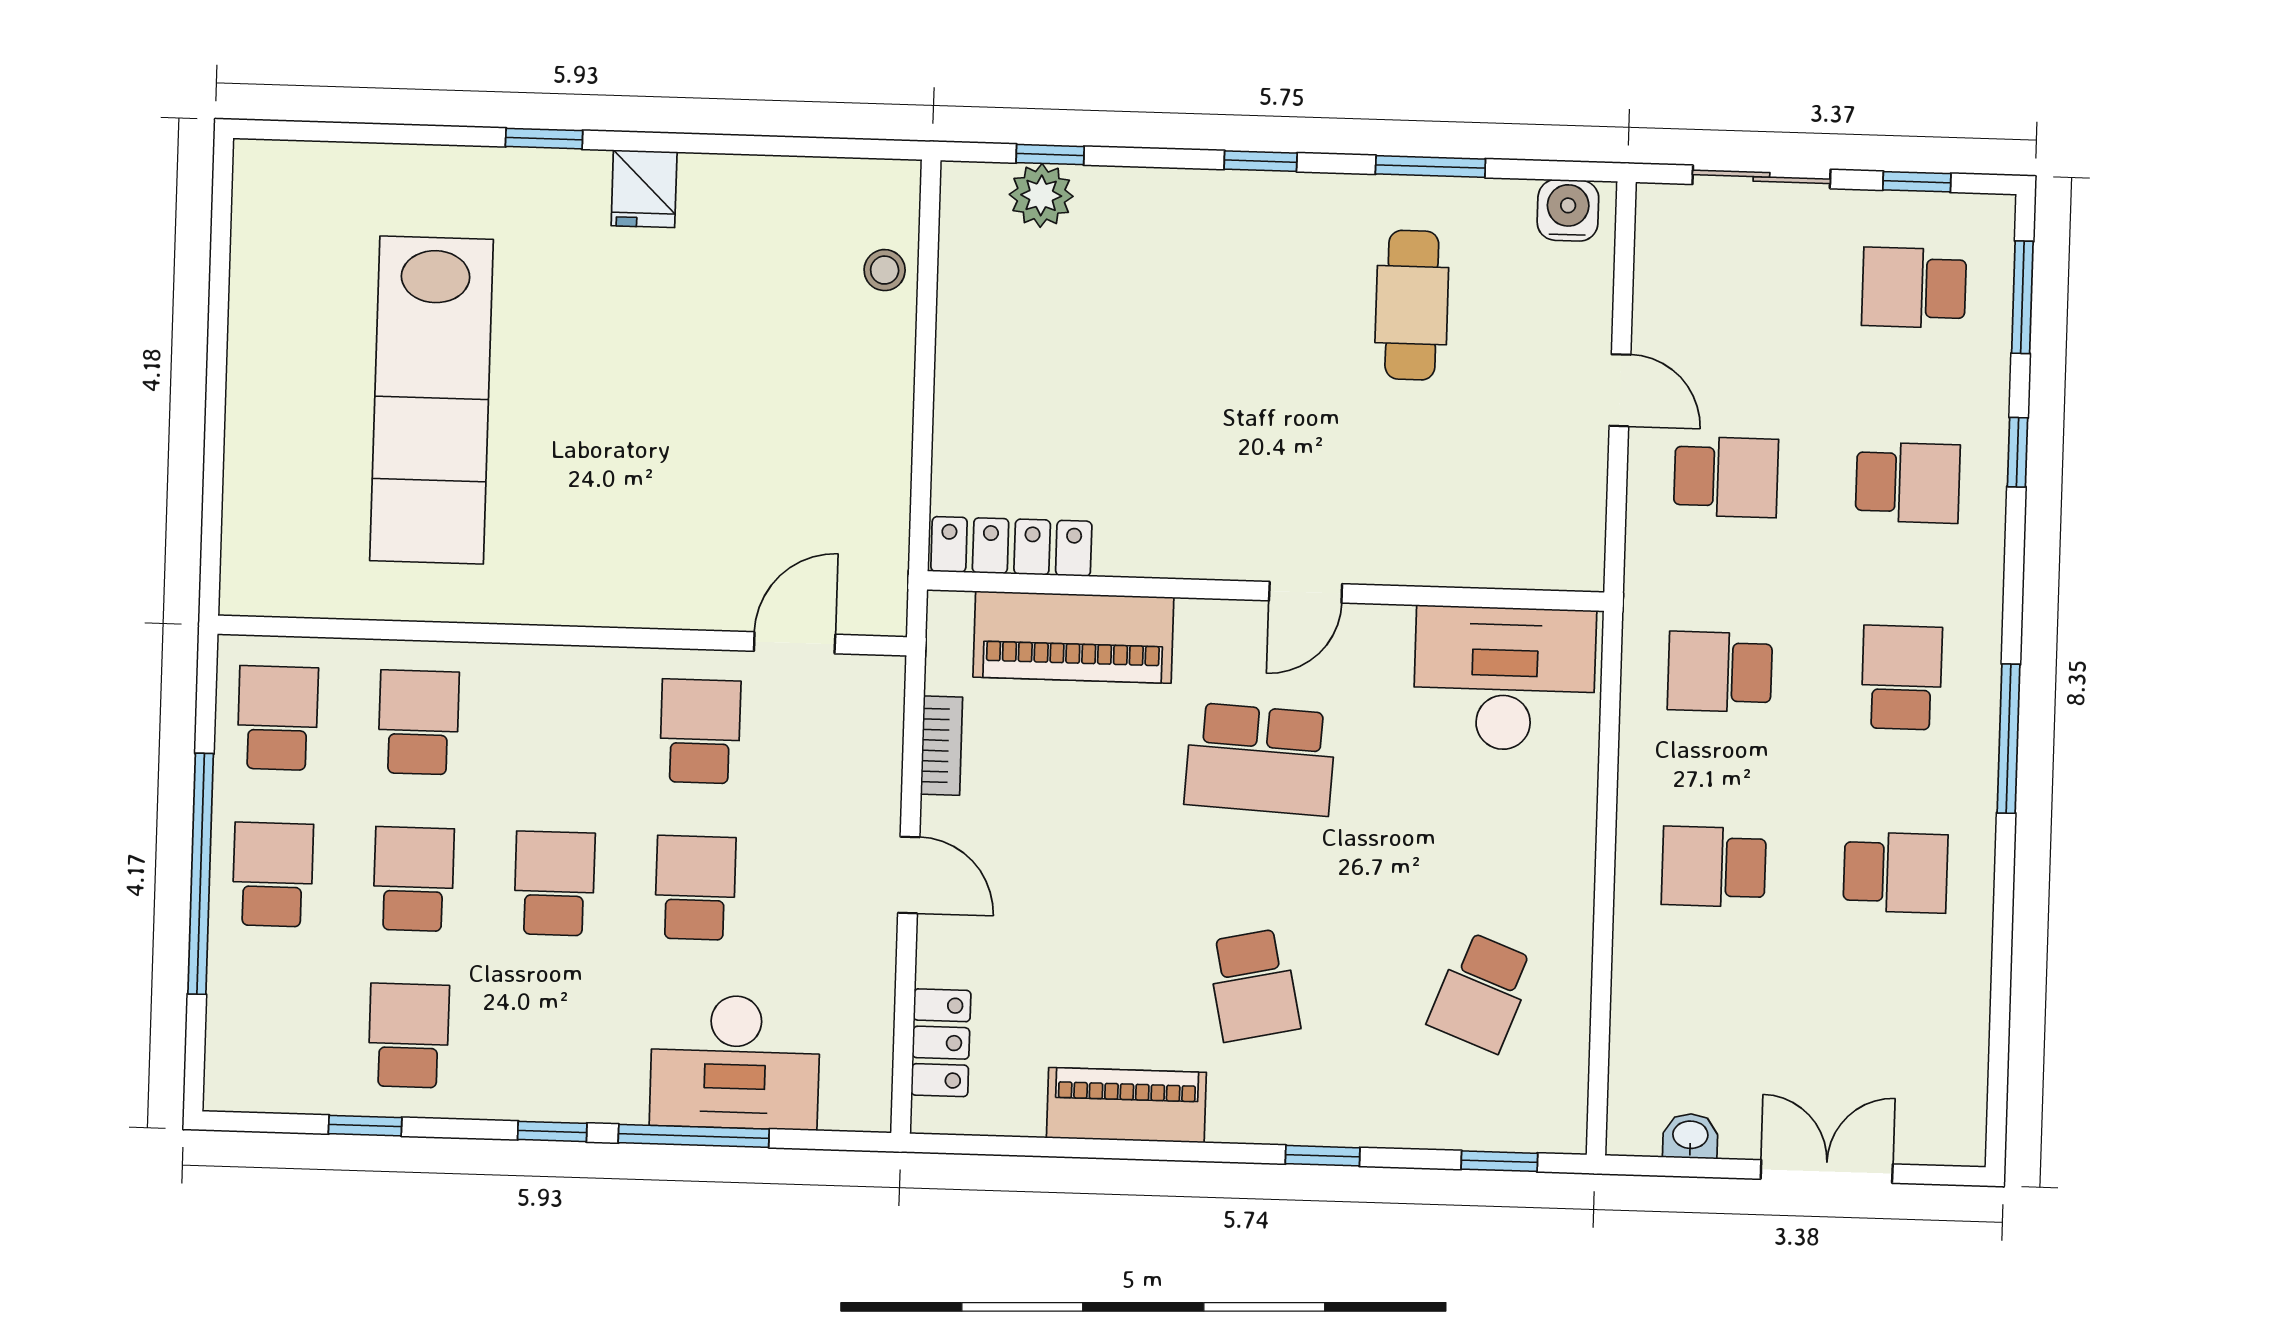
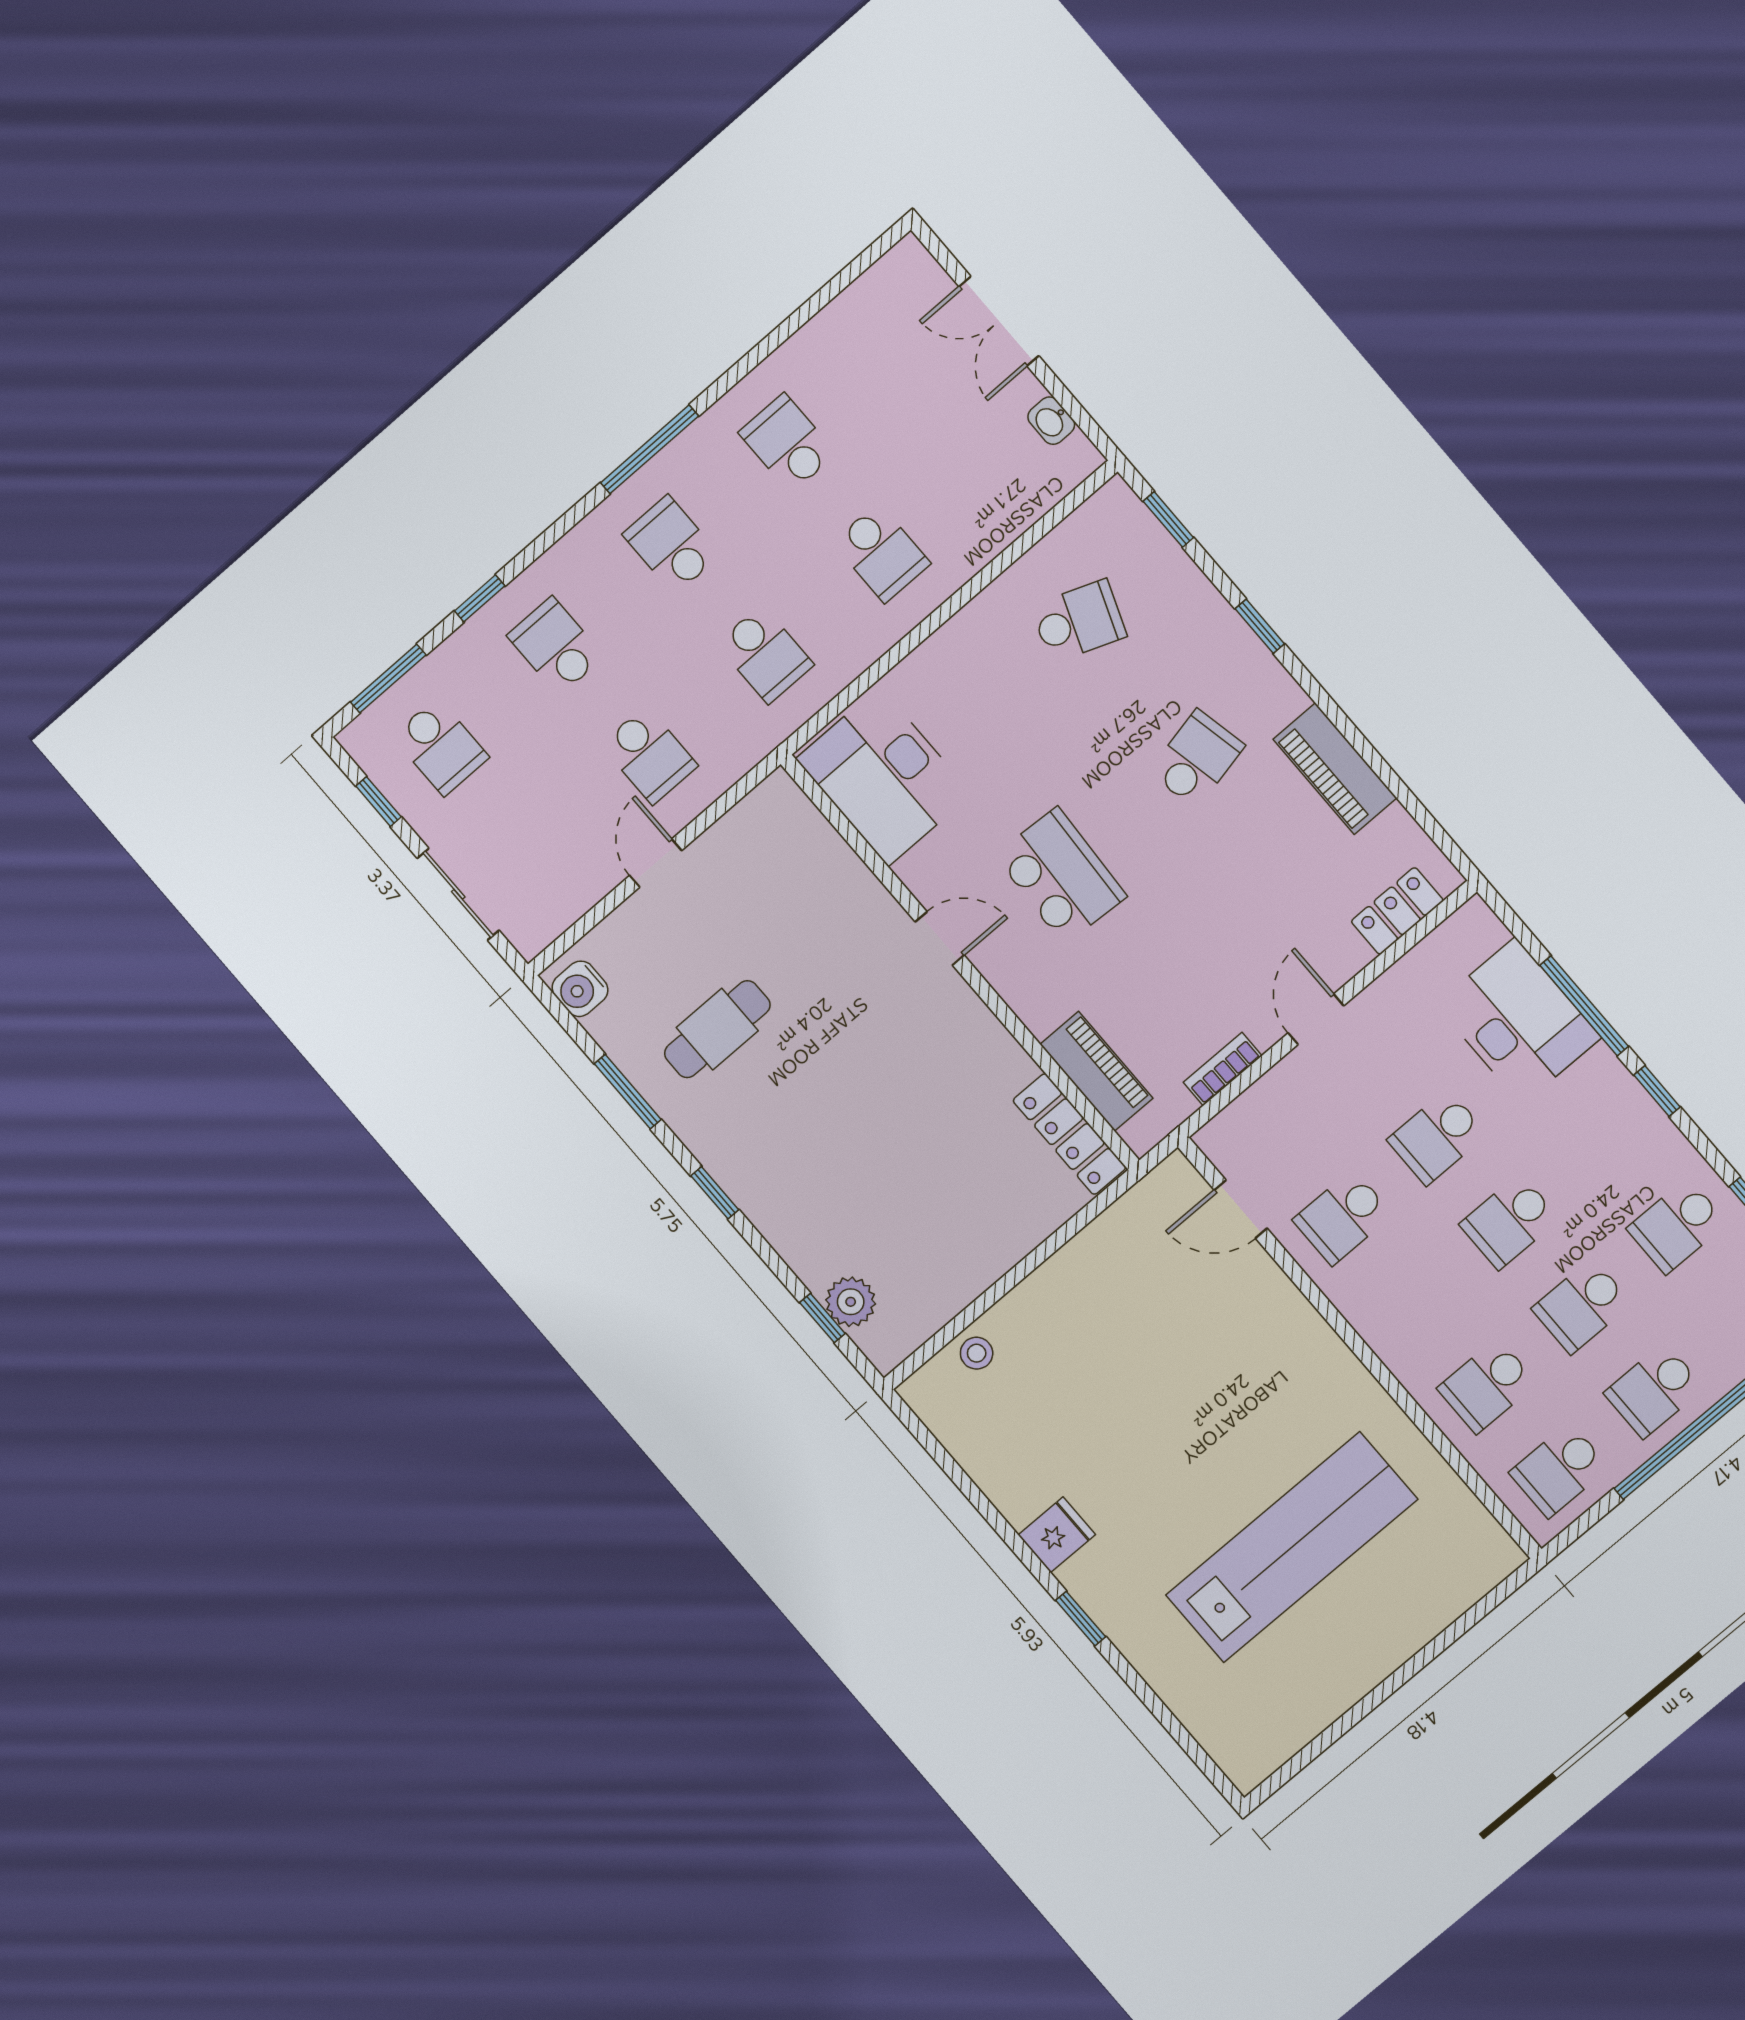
school desk: (1726, 477) -> (649, 755), turned 180
piano: (1073, 637) -> (1097, 1071), width x0.73, depth x0.75
school desk: (1902, 678) -> (671, 545), turned 90

